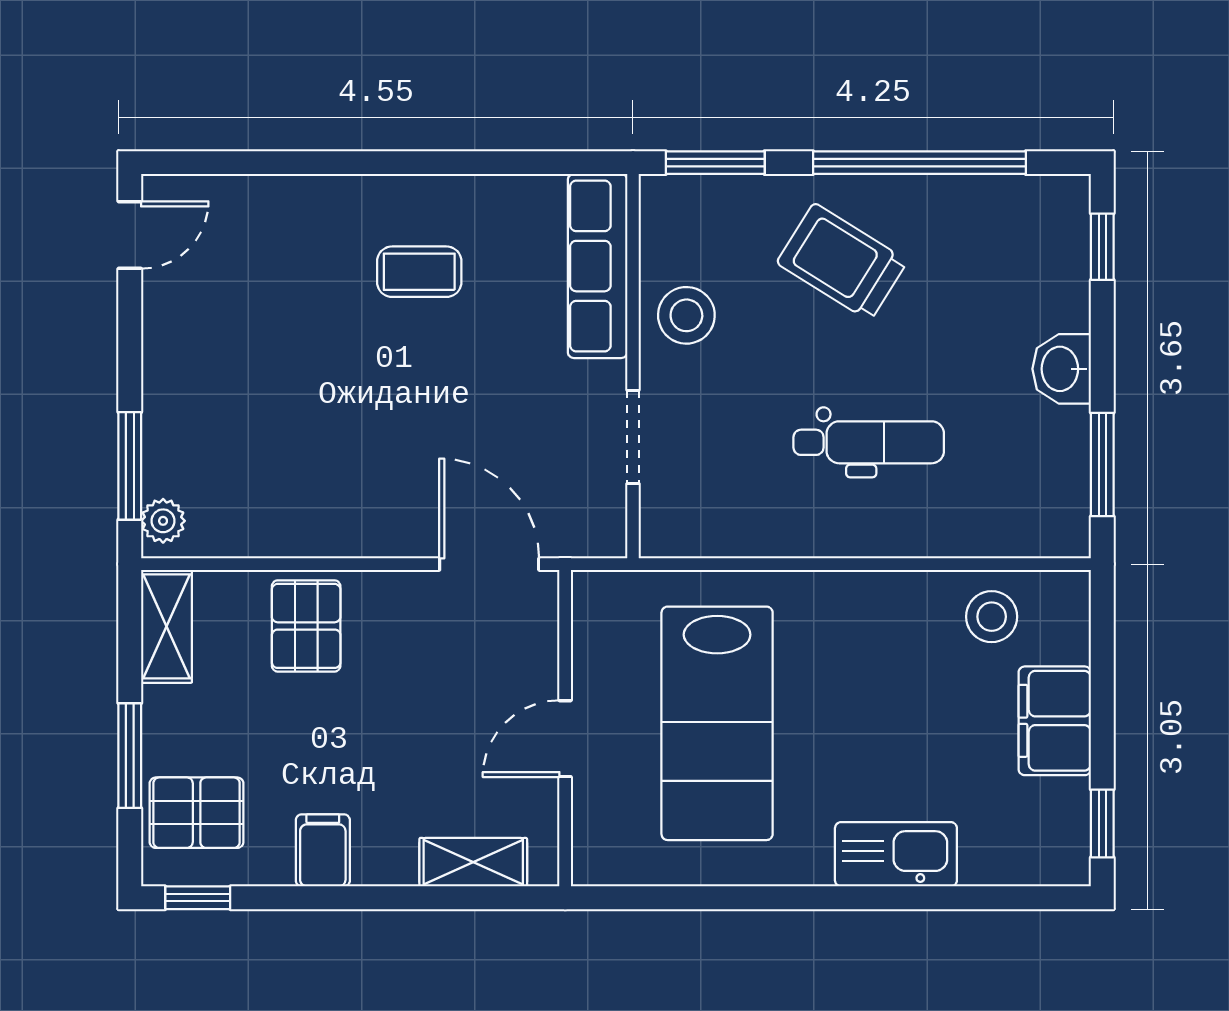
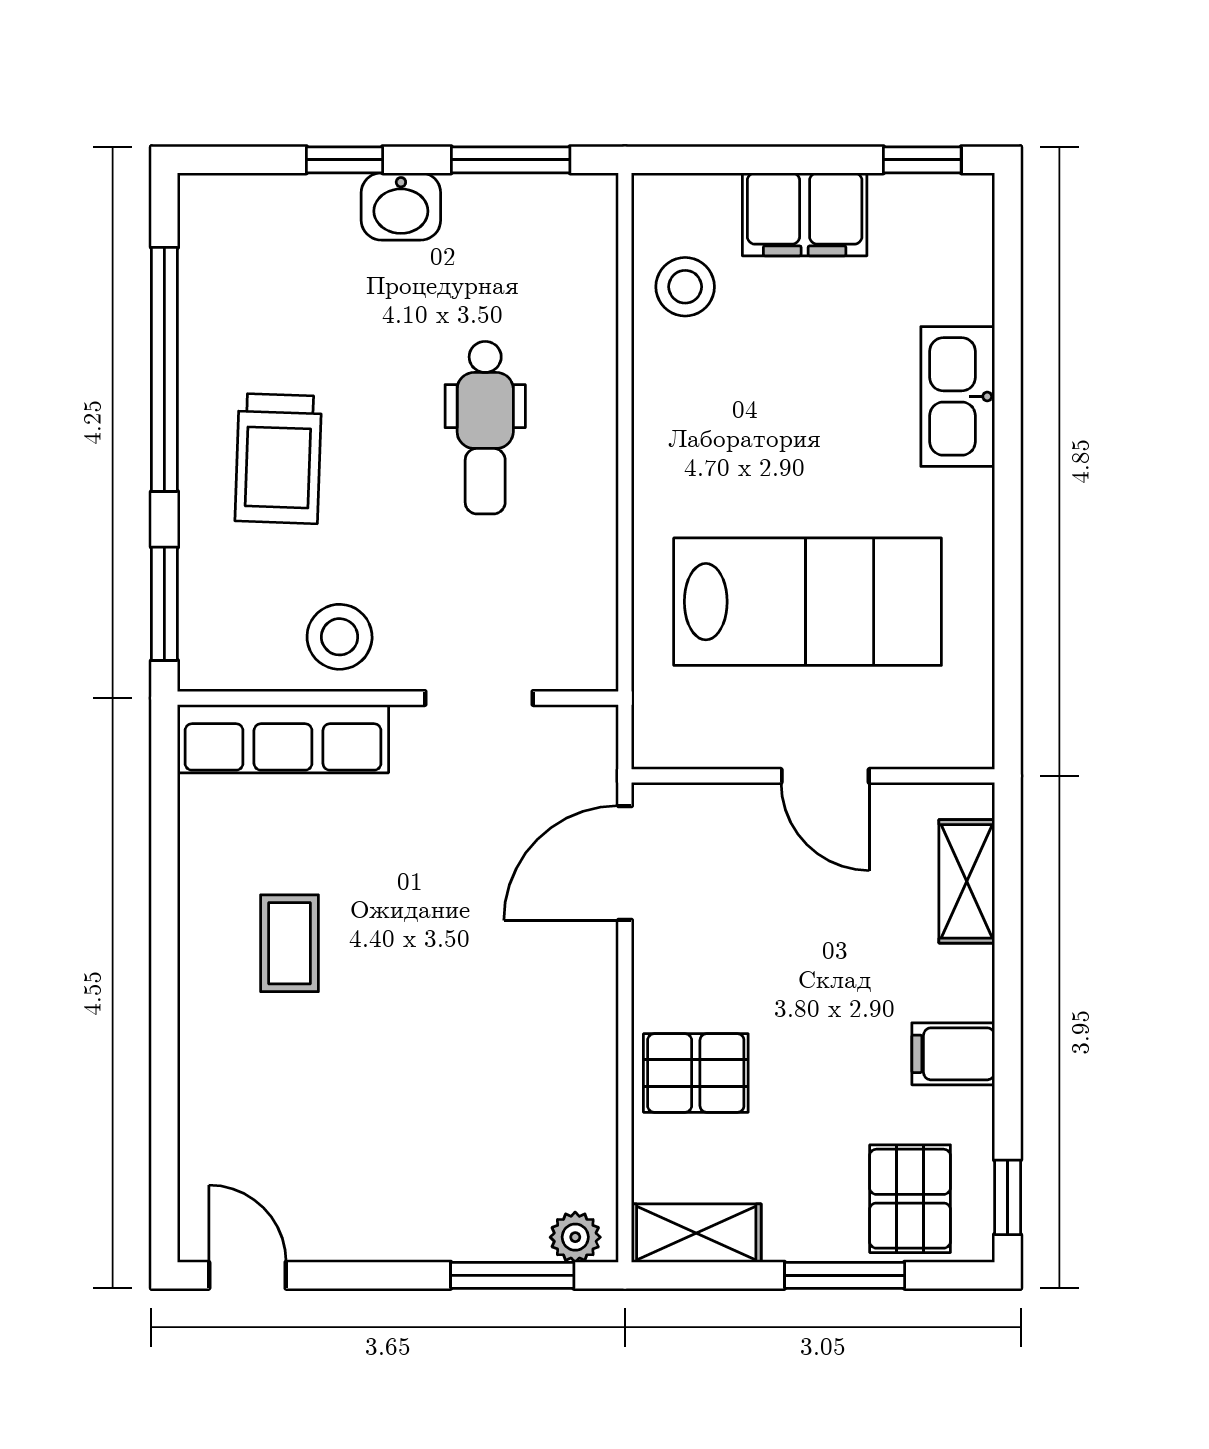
window: (1102, 247) -> (345, 160), moved
trolley: (842, 262) -> (278, 458), turned -30
dental chair: (869, 442) -> (485, 428), turned 180

